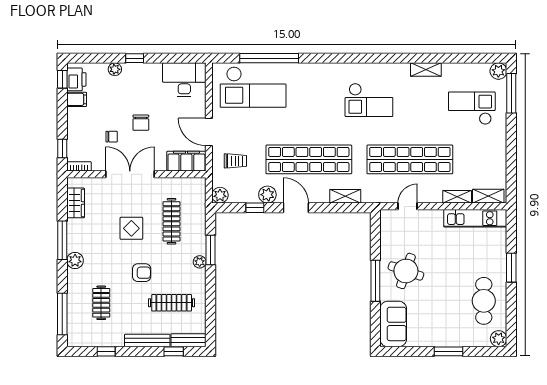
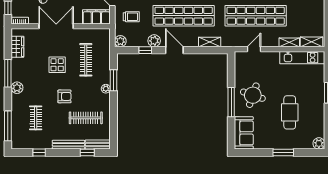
cafe table: (484, 301) -> (290, 112), moved

